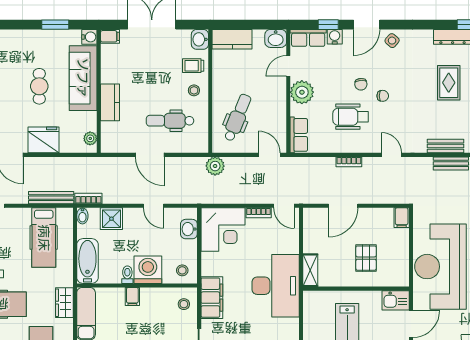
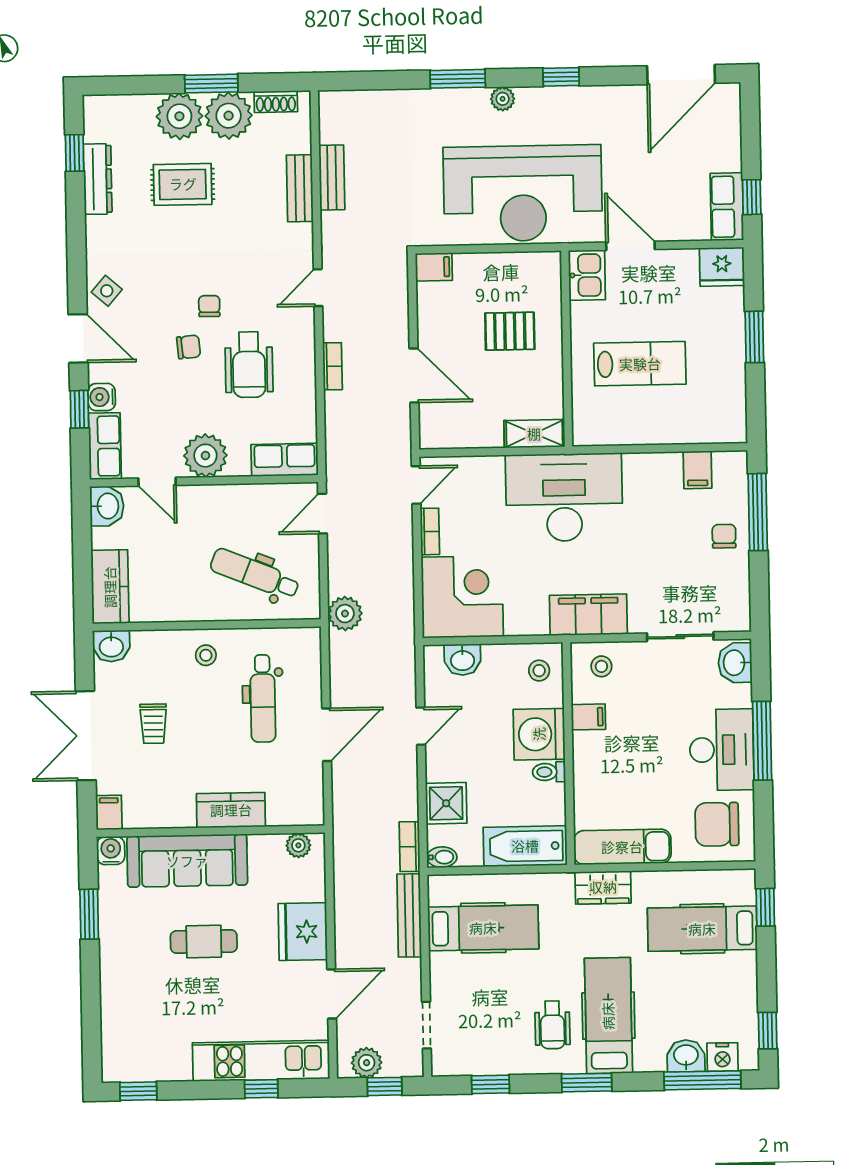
trolley: (193, 66) -> (153, 724), moved
filing cabinet: (132, 297) -> (588, 717), moved

